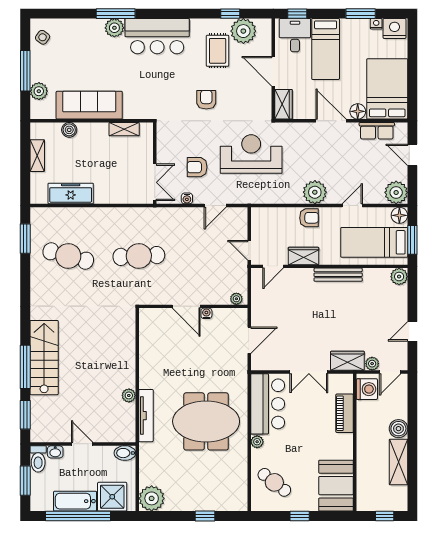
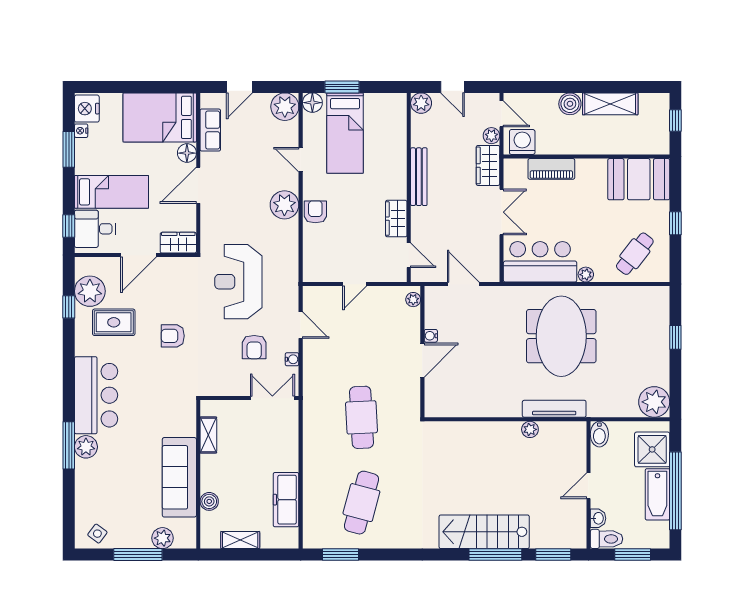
wardrobe: (303, 256) -> (396, 219), moved
door: (273, 266) -> (409, 255), moved
wall: (329, 266) -> (409, 187), moved
bench: (338, 275) -> (419, 177), moved
plant: (399, 277) -> (421, 103), moved

